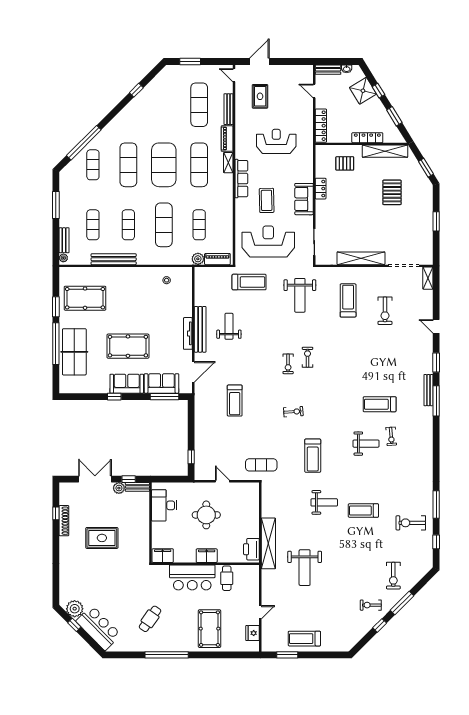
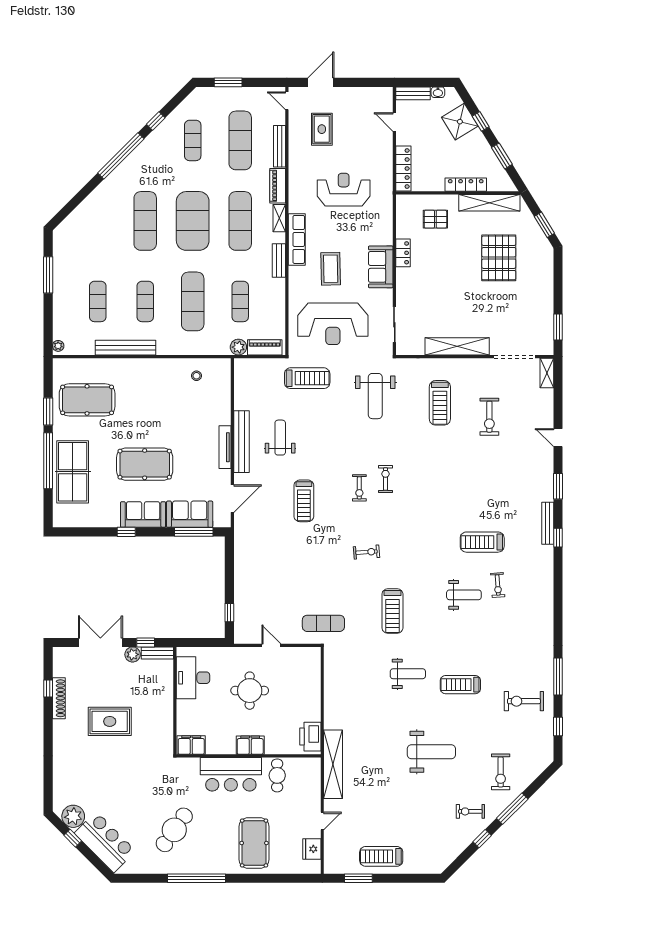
window: (84, 143) -> (121, 156), moved
exercise mat: (93, 165) -> (193, 140), moved
pallet: (392, 192) -> (499, 258), width x1.37, depth x1.41
window: (436, 221) -> (558, 327), moved
bench: (64, 240) -> (279, 260), moved
reception desk: (268, 241) -> (333, 324), turned 180
treadmill: (348, 300) -> (440, 403), turned 180
treadmill: (235, 401) -> (304, 501), moved
window: (436, 401) -> (558, 538), width x0.46
shelving: (268, 543) -> (333, 764), moved
weight bench: (305, 568) -> (431, 752), moved, turned -90
cafe table: (150, 619) -> (174, 830), width x1.37, depth x1.35

